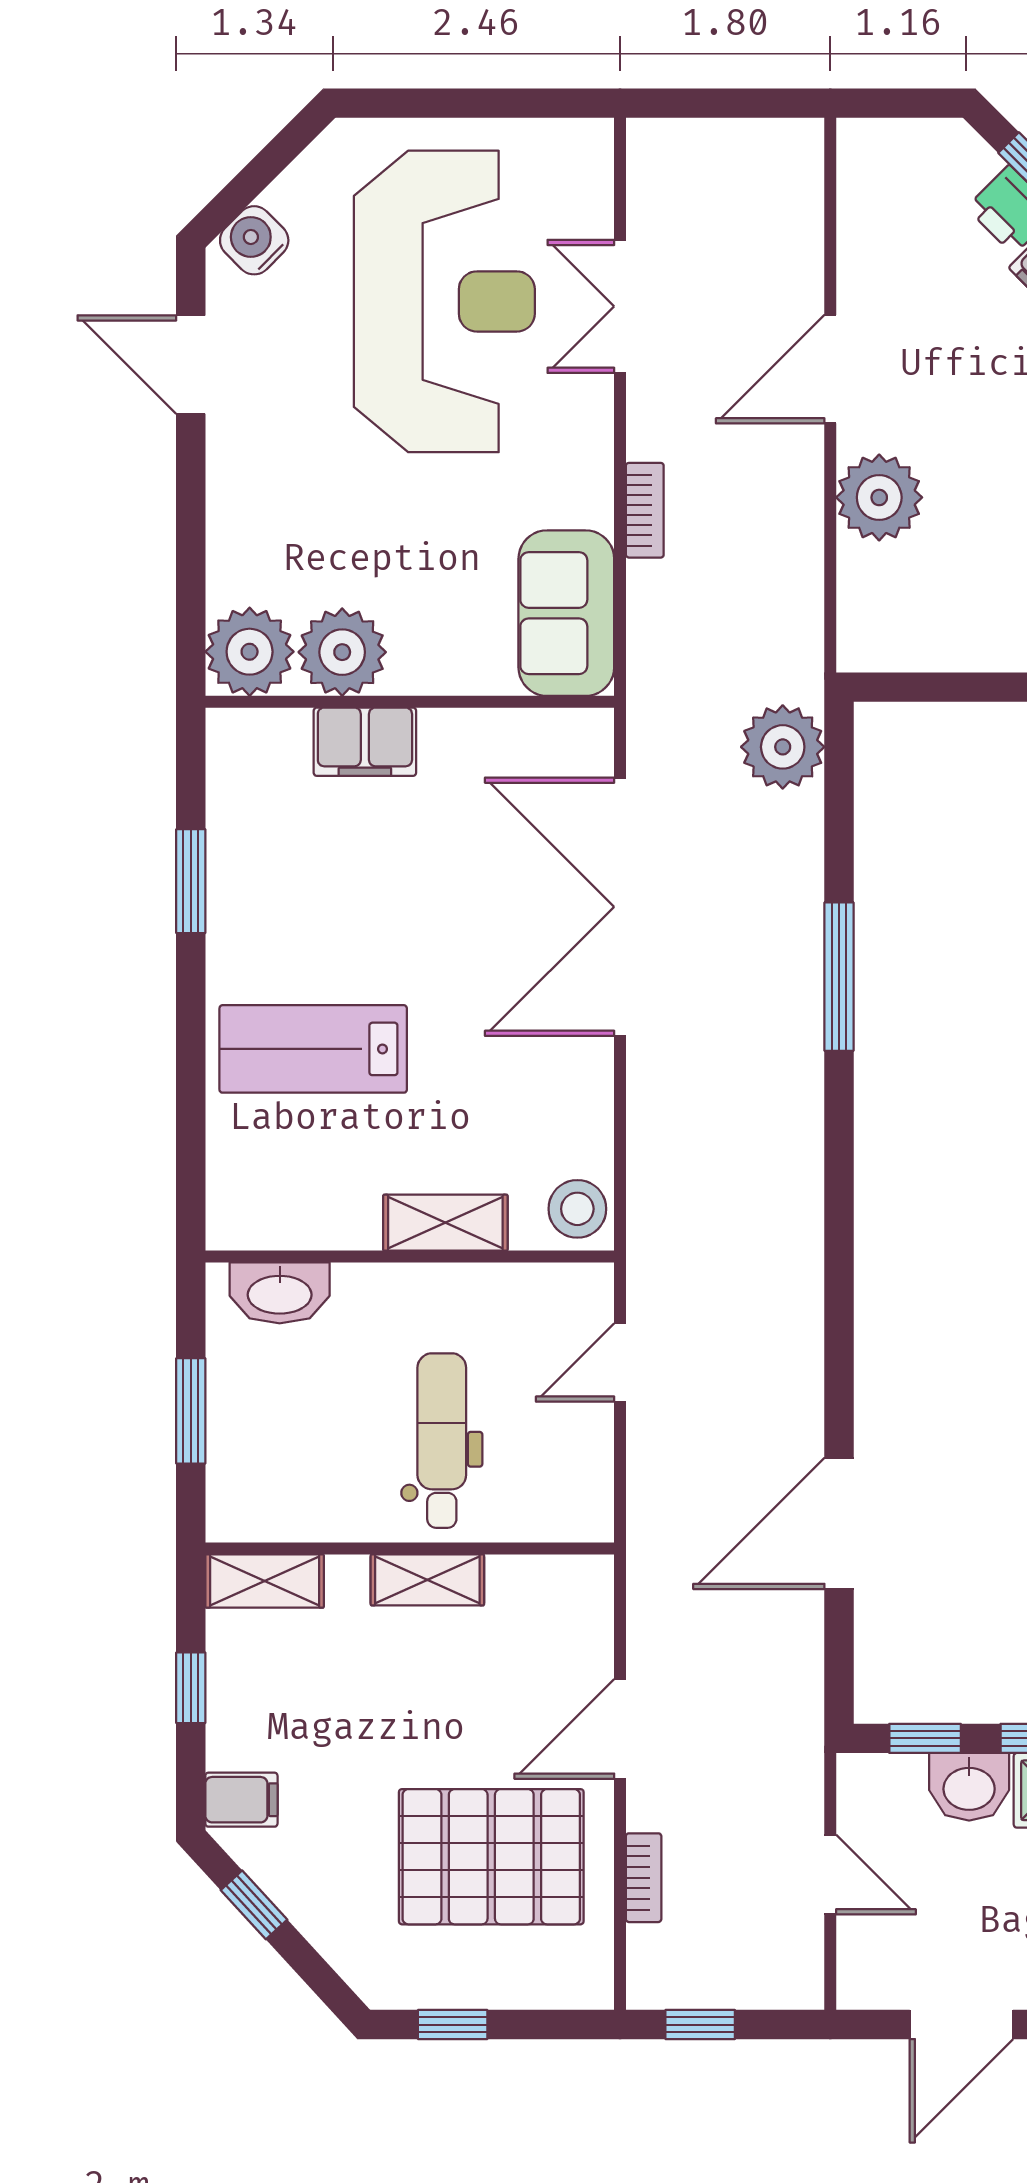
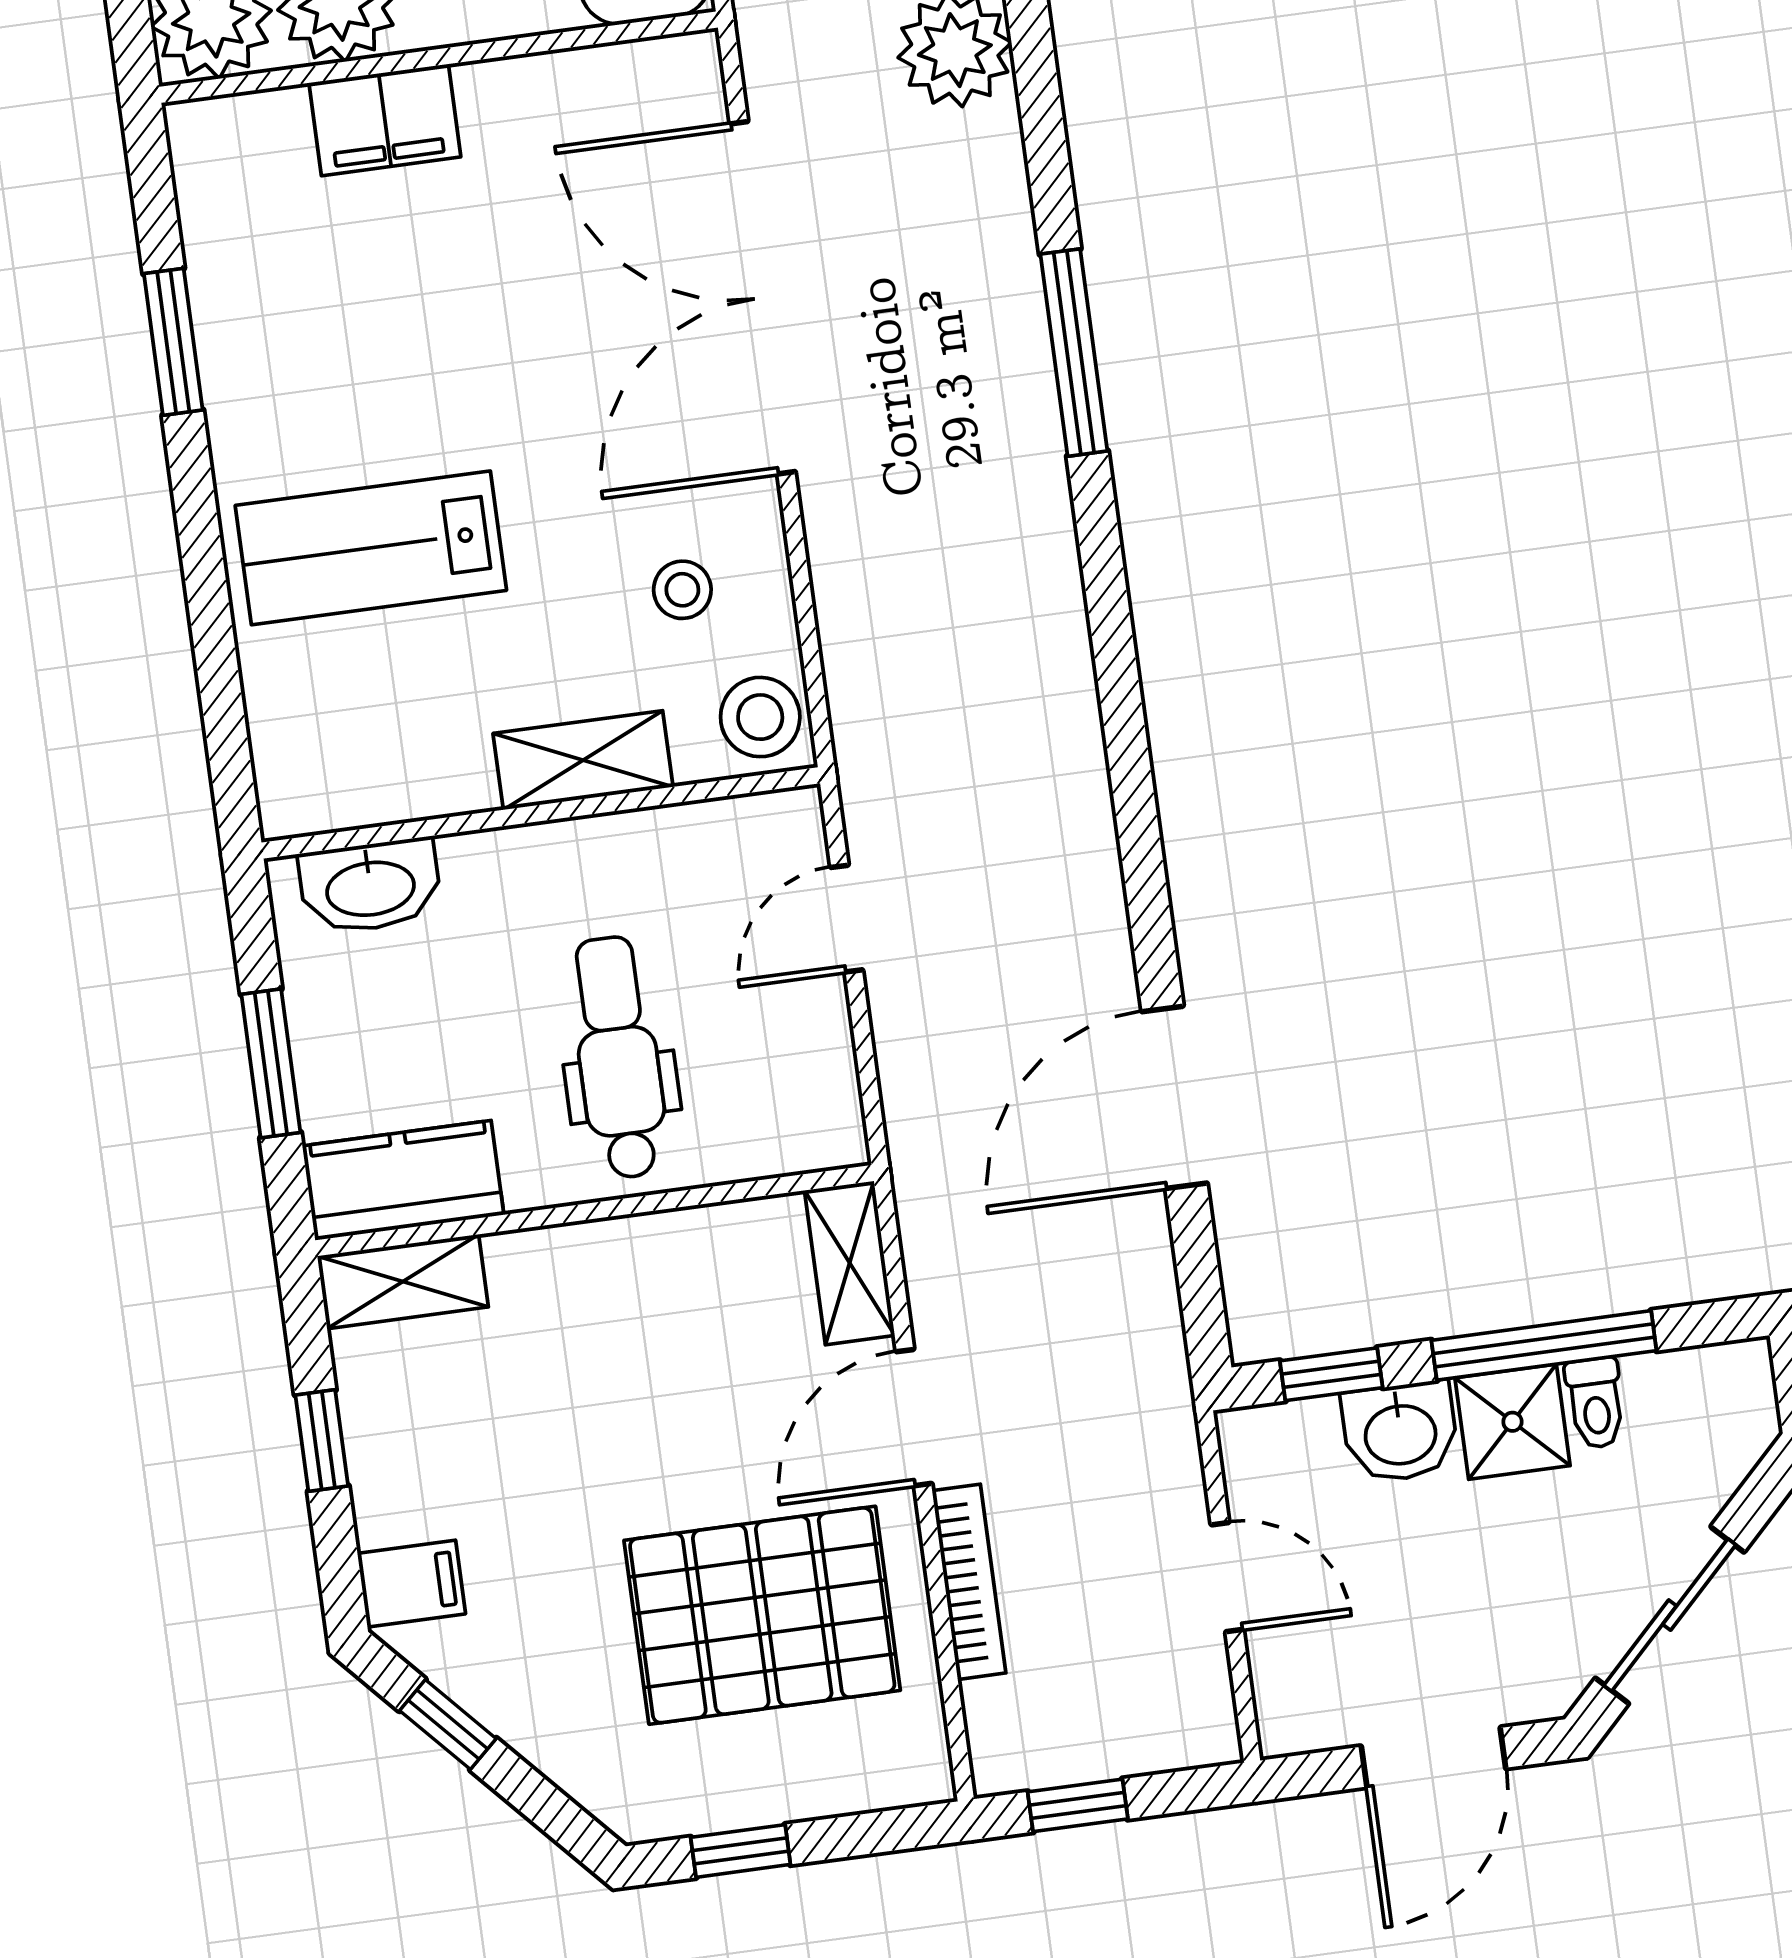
stool: (534, 1110) -> (682, 590), added
kitchen counter: (275, 1508) -> (403, 1180), added
shelving: (427, 1580) -> (850, 1263), moved, turned 90
bookcase: (644, 1878) -> (969, 1582), width x1.56

